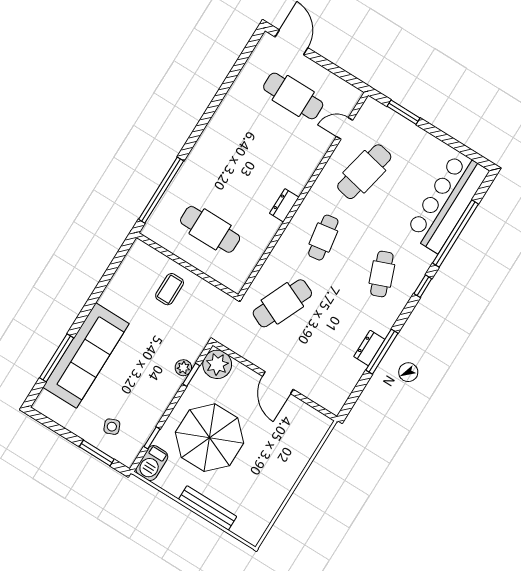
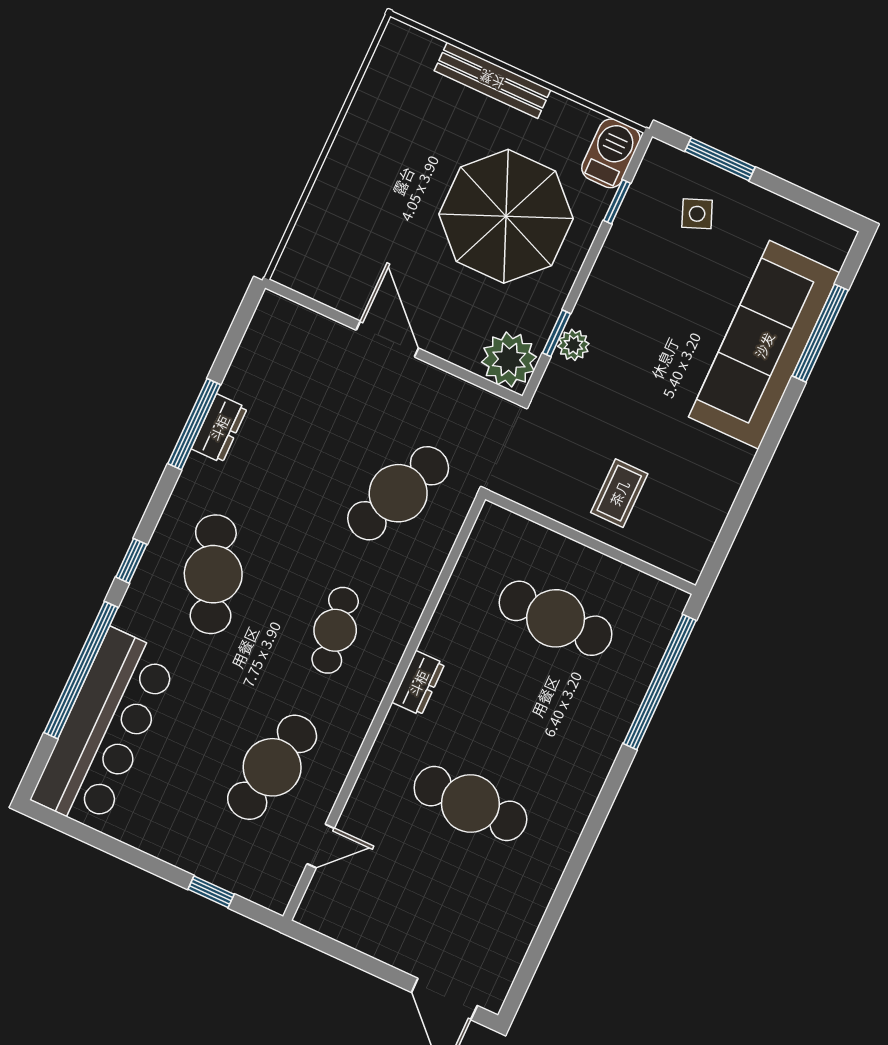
cafe table: (293, 96) -> (470, 803), moved
window: (403, 112) -> (211, 892), width x0.67
cafe table: (382, 274) -> (213, 574), width x1.37, depth x1.35

